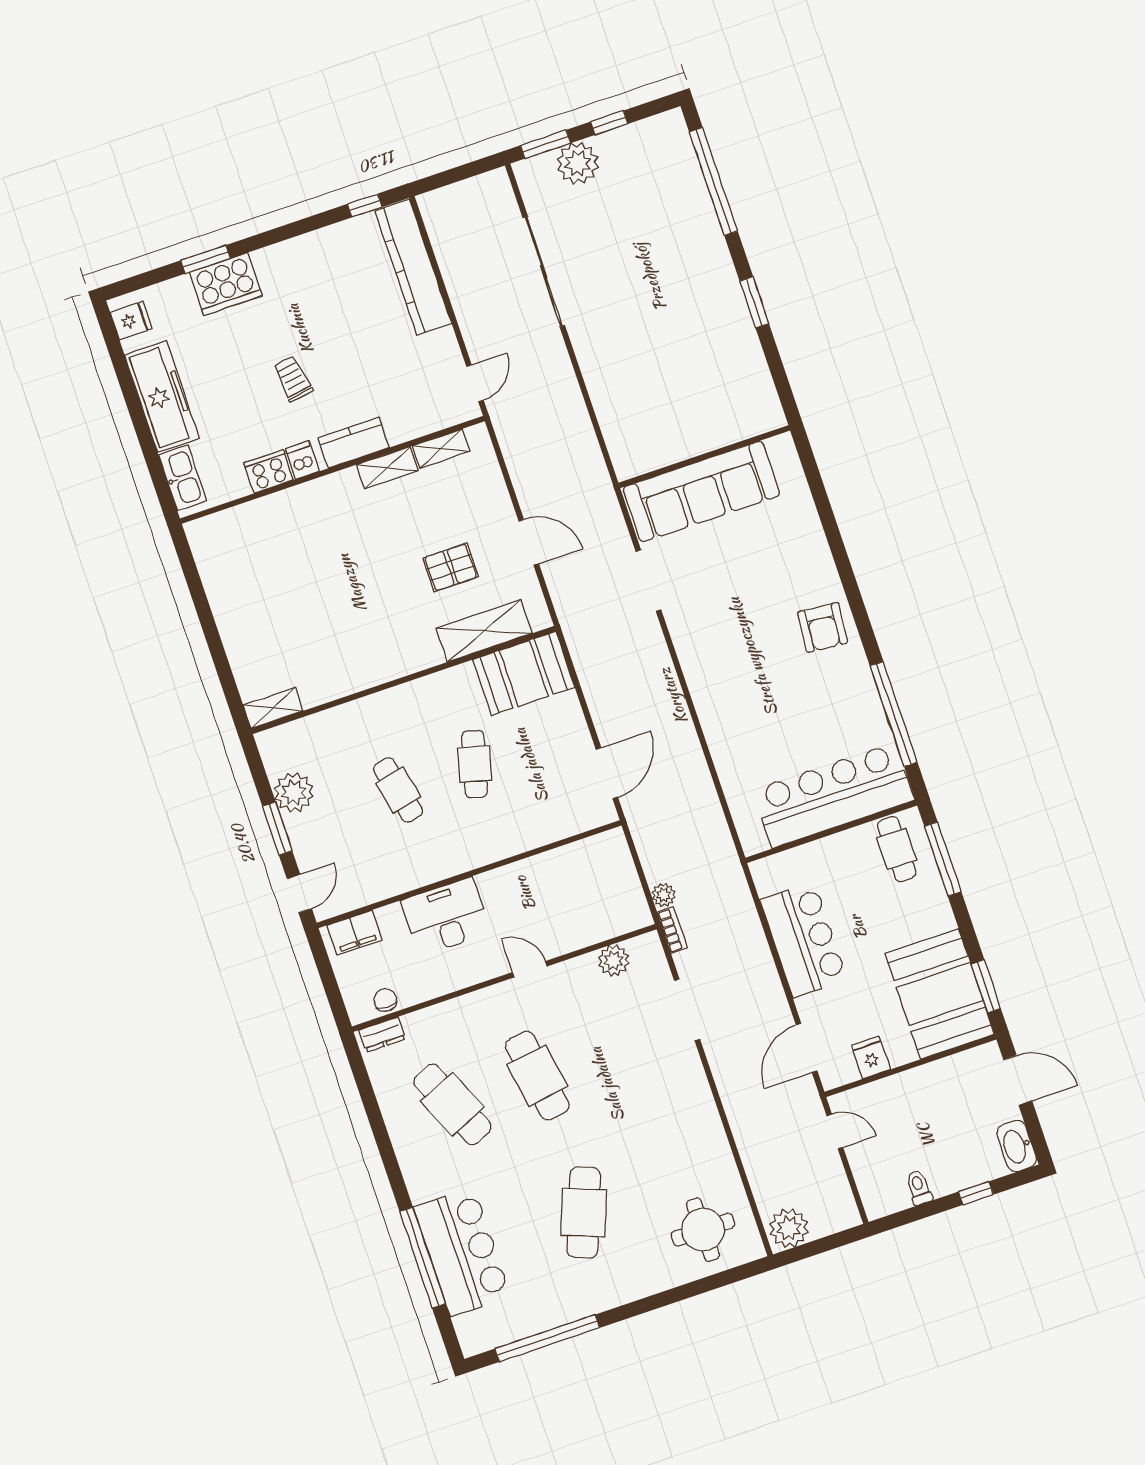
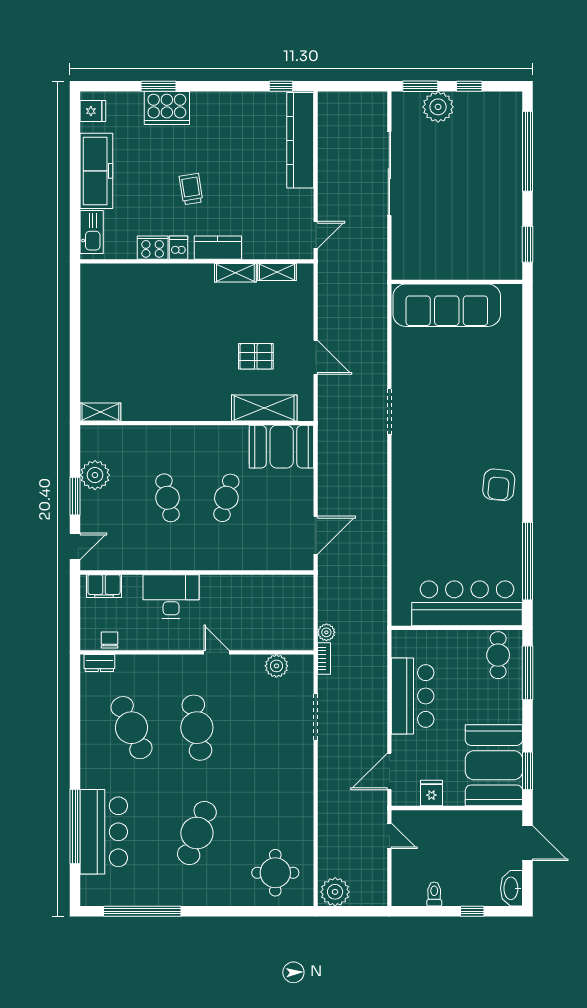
wall: (704, 457) -> (457, 282), moved
sofa: (701, 491) -> (447, 305), moved

